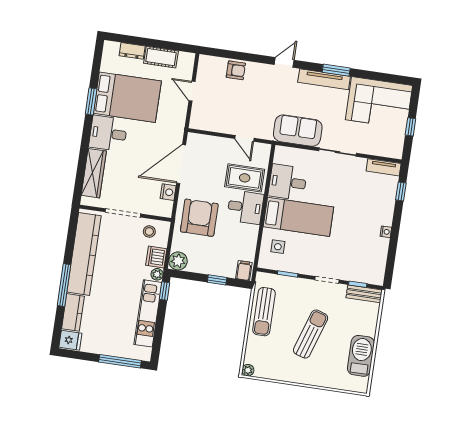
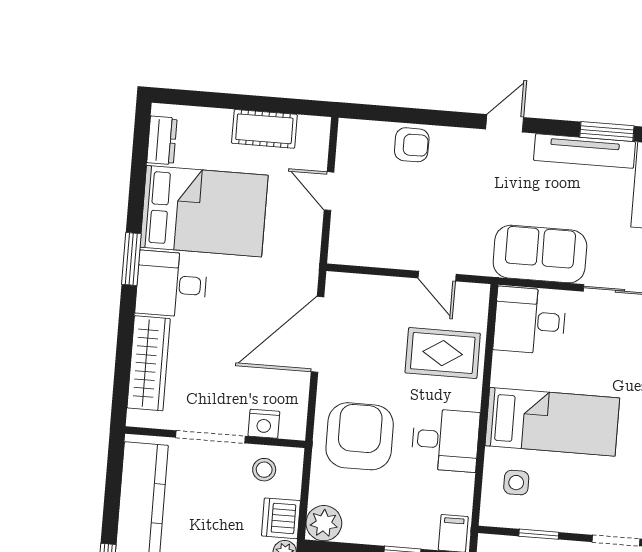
dresser: (132, 51) -> (162, 140), moved, turned -90
window: (91, 101) -> (131, 259), moved
desk: (288, 182) -> (530, 321), moved
nightstand: (168, 192) -> (264, 424), moved, turned 90
desk: (245, 207) -> (445, 440), moved

